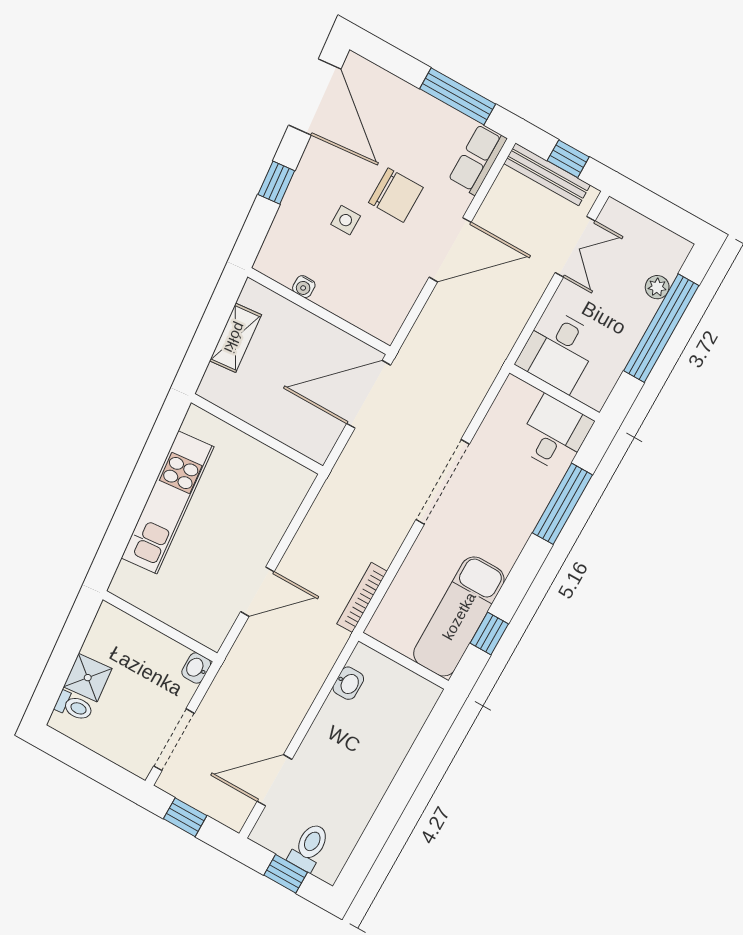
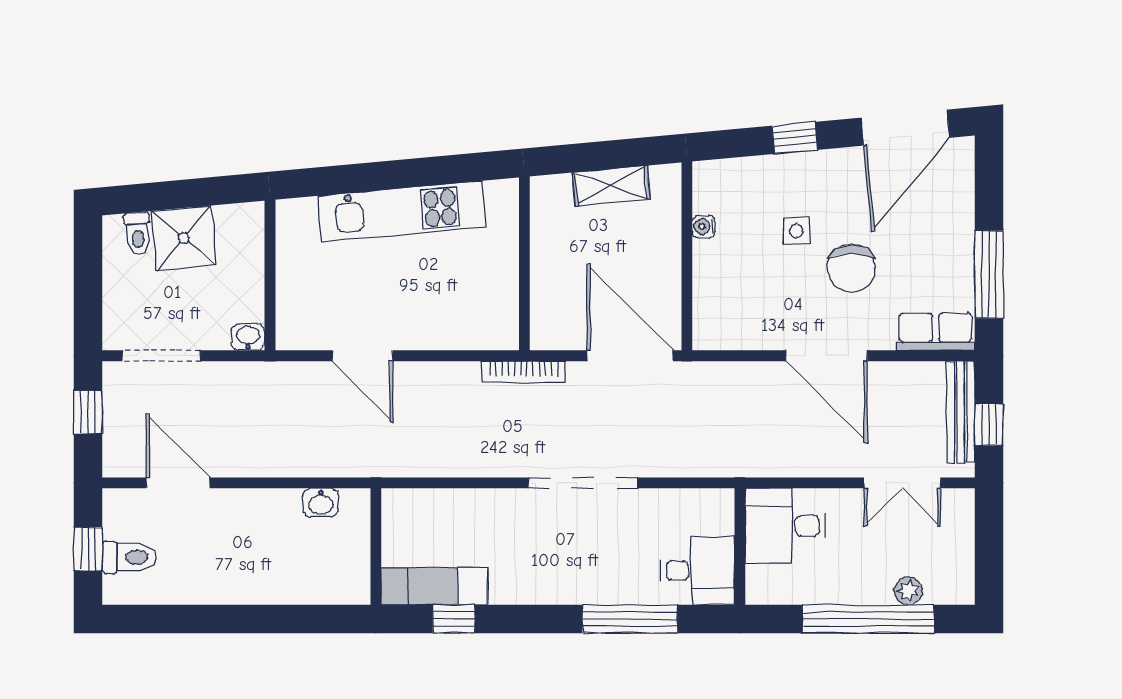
bookcase: (362, 597) -> (524, 372), moved, turned 180
exam couch: (459, 616) -> (434, 586), width x0.73, depth x0.69
shower: (88, 678) -> (184, 238), width x1.36, depth x1.36

